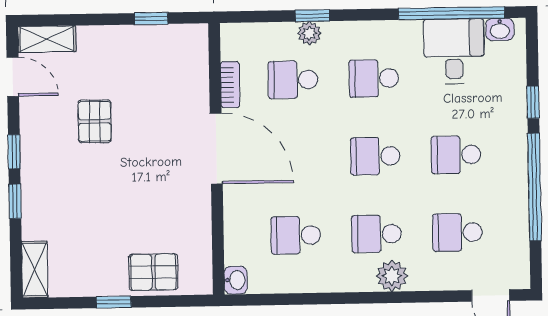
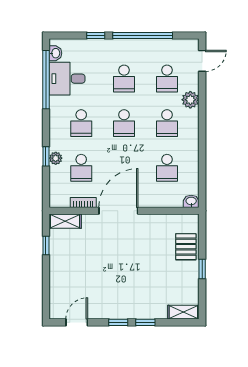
shelving: (47, 39) -> (65, 221), moved, turned 90
pallet: (95, 121) -> (102, 278), removed
plant: (392, 276) -> (190, 100), moved

